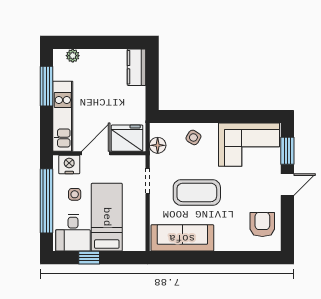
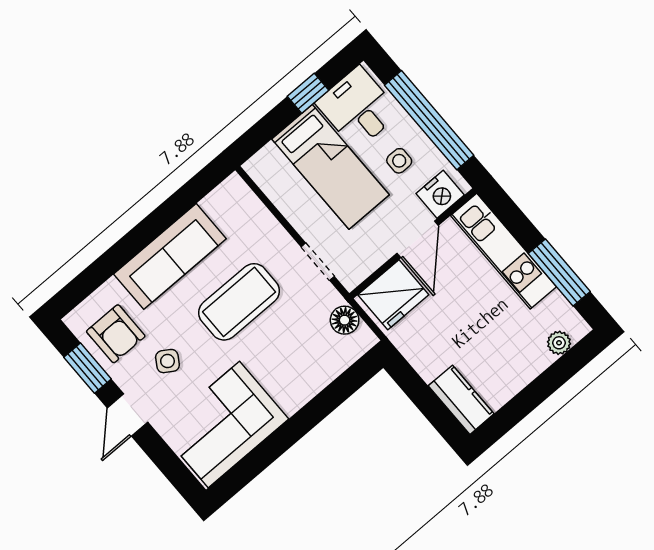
side table: (193, 137) -> (167, 361), moved
window: (287, 151) -> (88, 368), moved
sofa: (182, 238) -> (170, 256), moved

